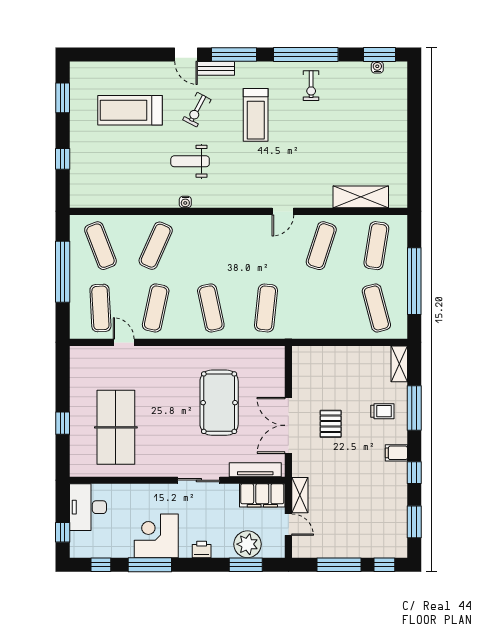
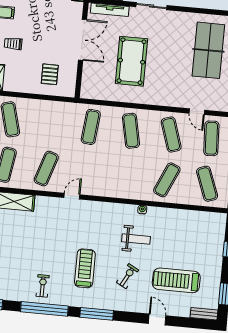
door: (186, 54) -> (157, 320), moved
bench: (216, 68) -> (204, 314), moved
treadmill: (130, 110) -> (176, 280), turned 180
exercise mat: (156, 308) -> (171, 135), turned -30
pallet: (331, 424) -> (50, 74), moved

